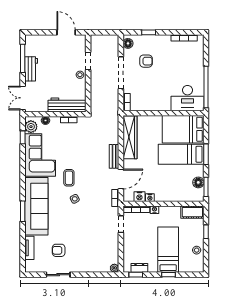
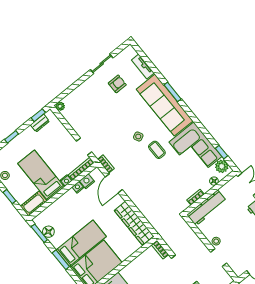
bench: (114, 156) -> (134, 197), removed
bed: (168, 250) -> (41, 175), moved, turned 180

